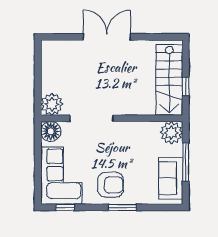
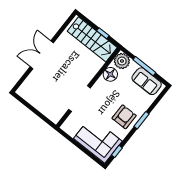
plant: (52, 104) -> (55, 114), removed
floor lamp: (51, 131) -> (110, 74), moved

